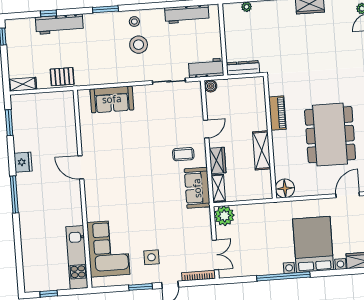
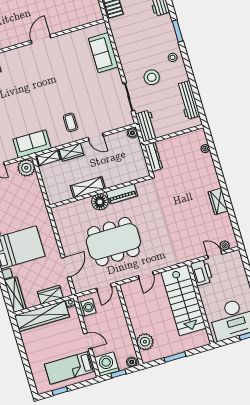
stool: (139, 45) -> (152, 77), moved
sofa: (197, 188) -> (32, 144), moved
floor lamp: (285, 188) -> (100, 202), moved
door: (348, 195) -> (66, 267), hinge flipped

